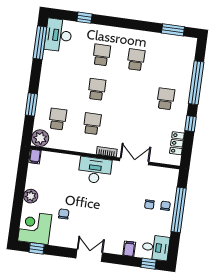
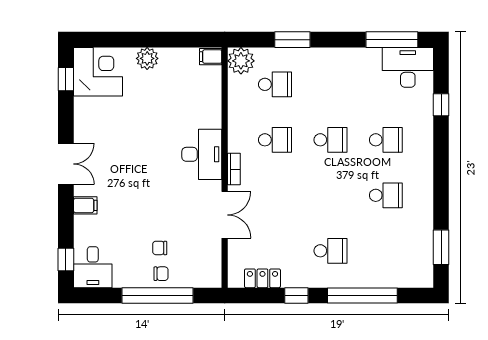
chair: (64, 214) -> (126, 114), removed
filing cabinet: (129, 249) -> (85, 205), moved

